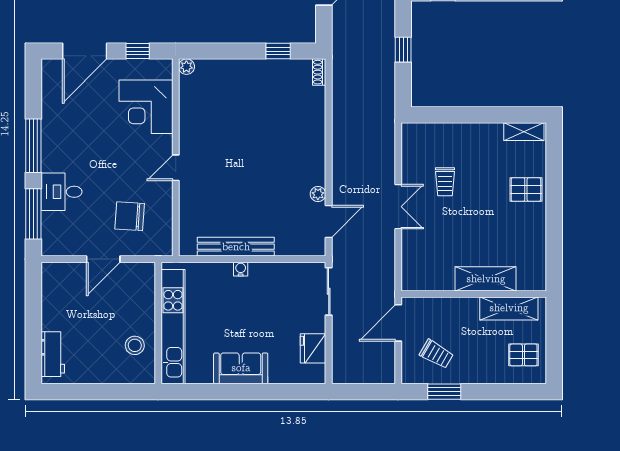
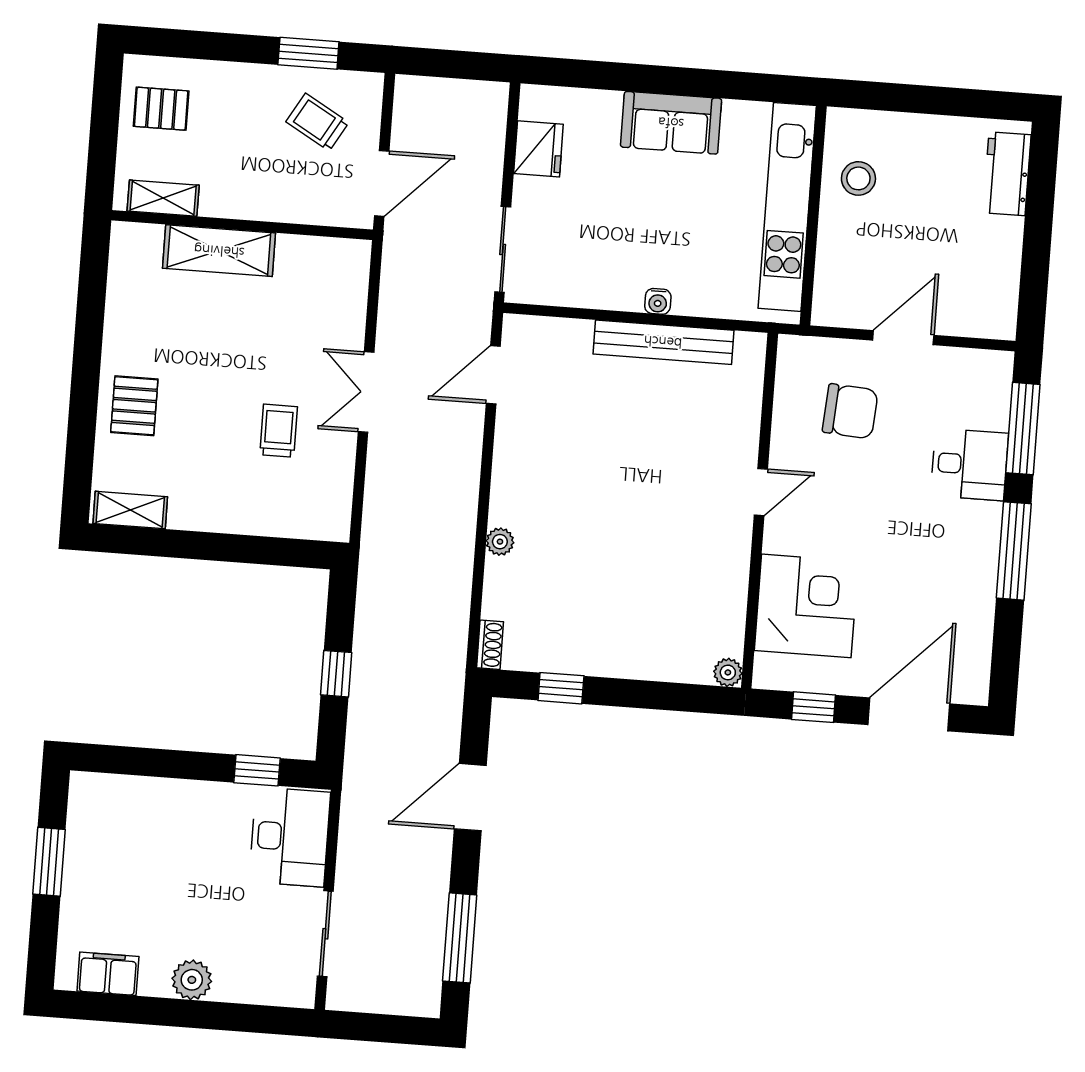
pallet: (526, 189) -> (134, 406), turned 90
plant: (318, 194) -> (500, 542), moved
shelving: (509, 308) -> (163, 198), width x0.67, depth x0.75

